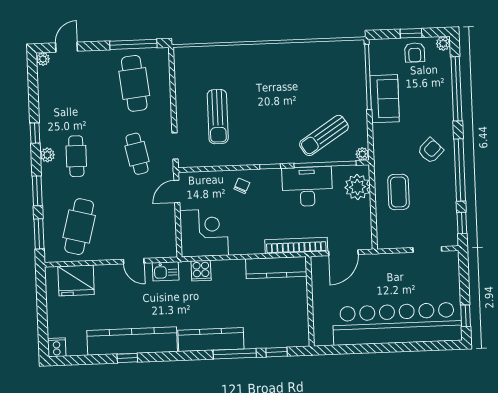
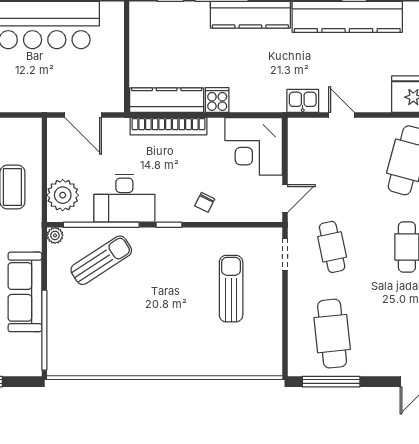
sofa: (385, 99) -> (25, 292), width x1.36
bookcase: (296, 246) -> (168, 126), moved
door: (343, 253) -> (83, 115), swing flipped
cooker: (201, 271) -> (217, 100), moved

